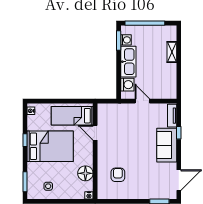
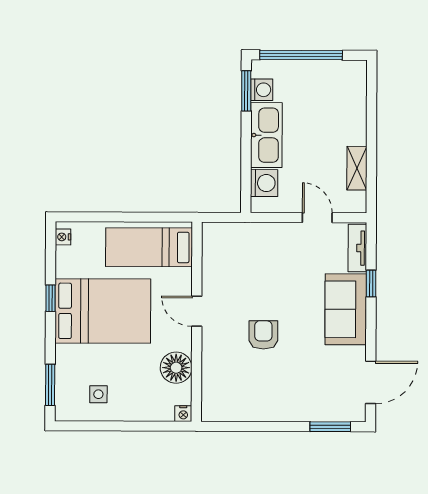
shelving: (172, 52) -> (357, 168), moved
door: (142, 101) -> (317, 218), moved
door: (95, 133) -> (197, 311), moved
armchair: (118, 175) -> (263, 335), moved

